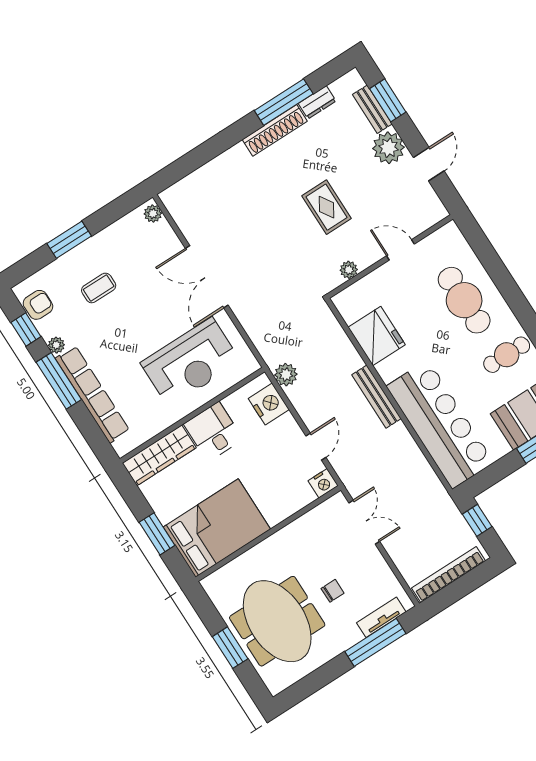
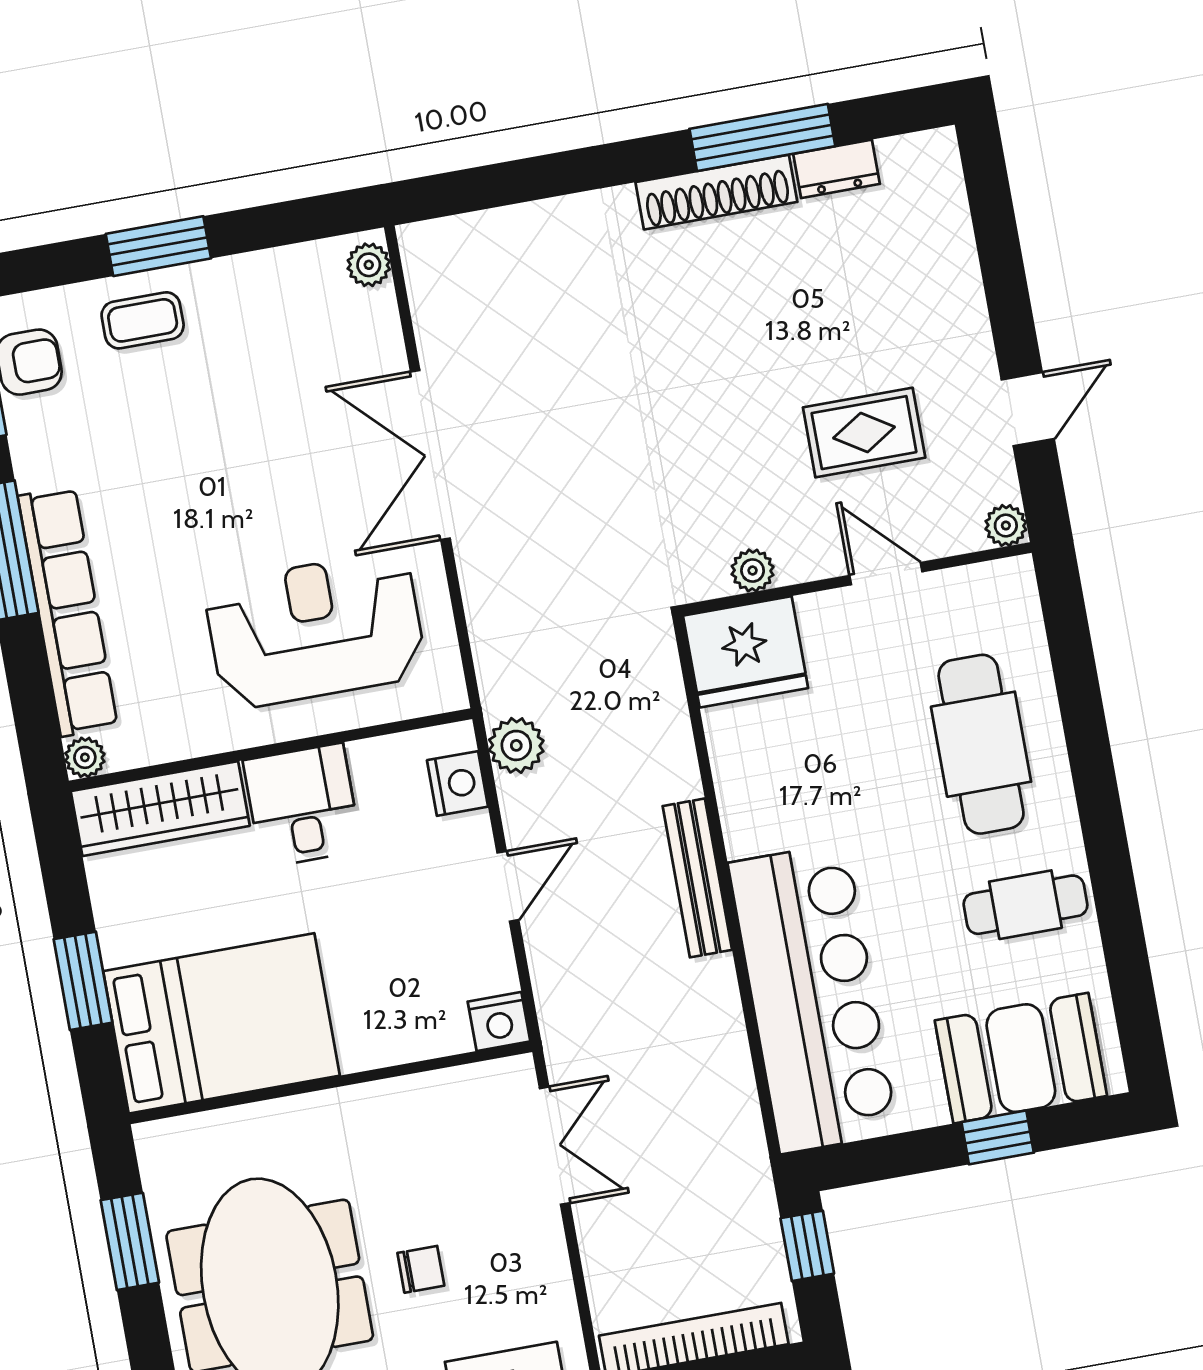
window: (388, 100) -> (995, 230), removed
bench: (372, 109) -> (953, 235), removed
plant: (388, 148) -> (1006, 526), moved, width x0.53, depth x0.53
rug: (326, 207) -> (864, 433), moved, turned 90
coffee table: (99, 288) -> (143, 320), moved
fridge: (377, 336) -> (746, 652), moved, turned 90
plant: (56, 345) -> (85, 757), moved
reception desk: (190, 362) -> (315, 630), turned 180
nightstand: (269, 404) -> (458, 783), width x0.74, depth x0.75
door: (316, 447) -> (508, 886), moved
window: (230, 648) -> (130, 1241), moved

